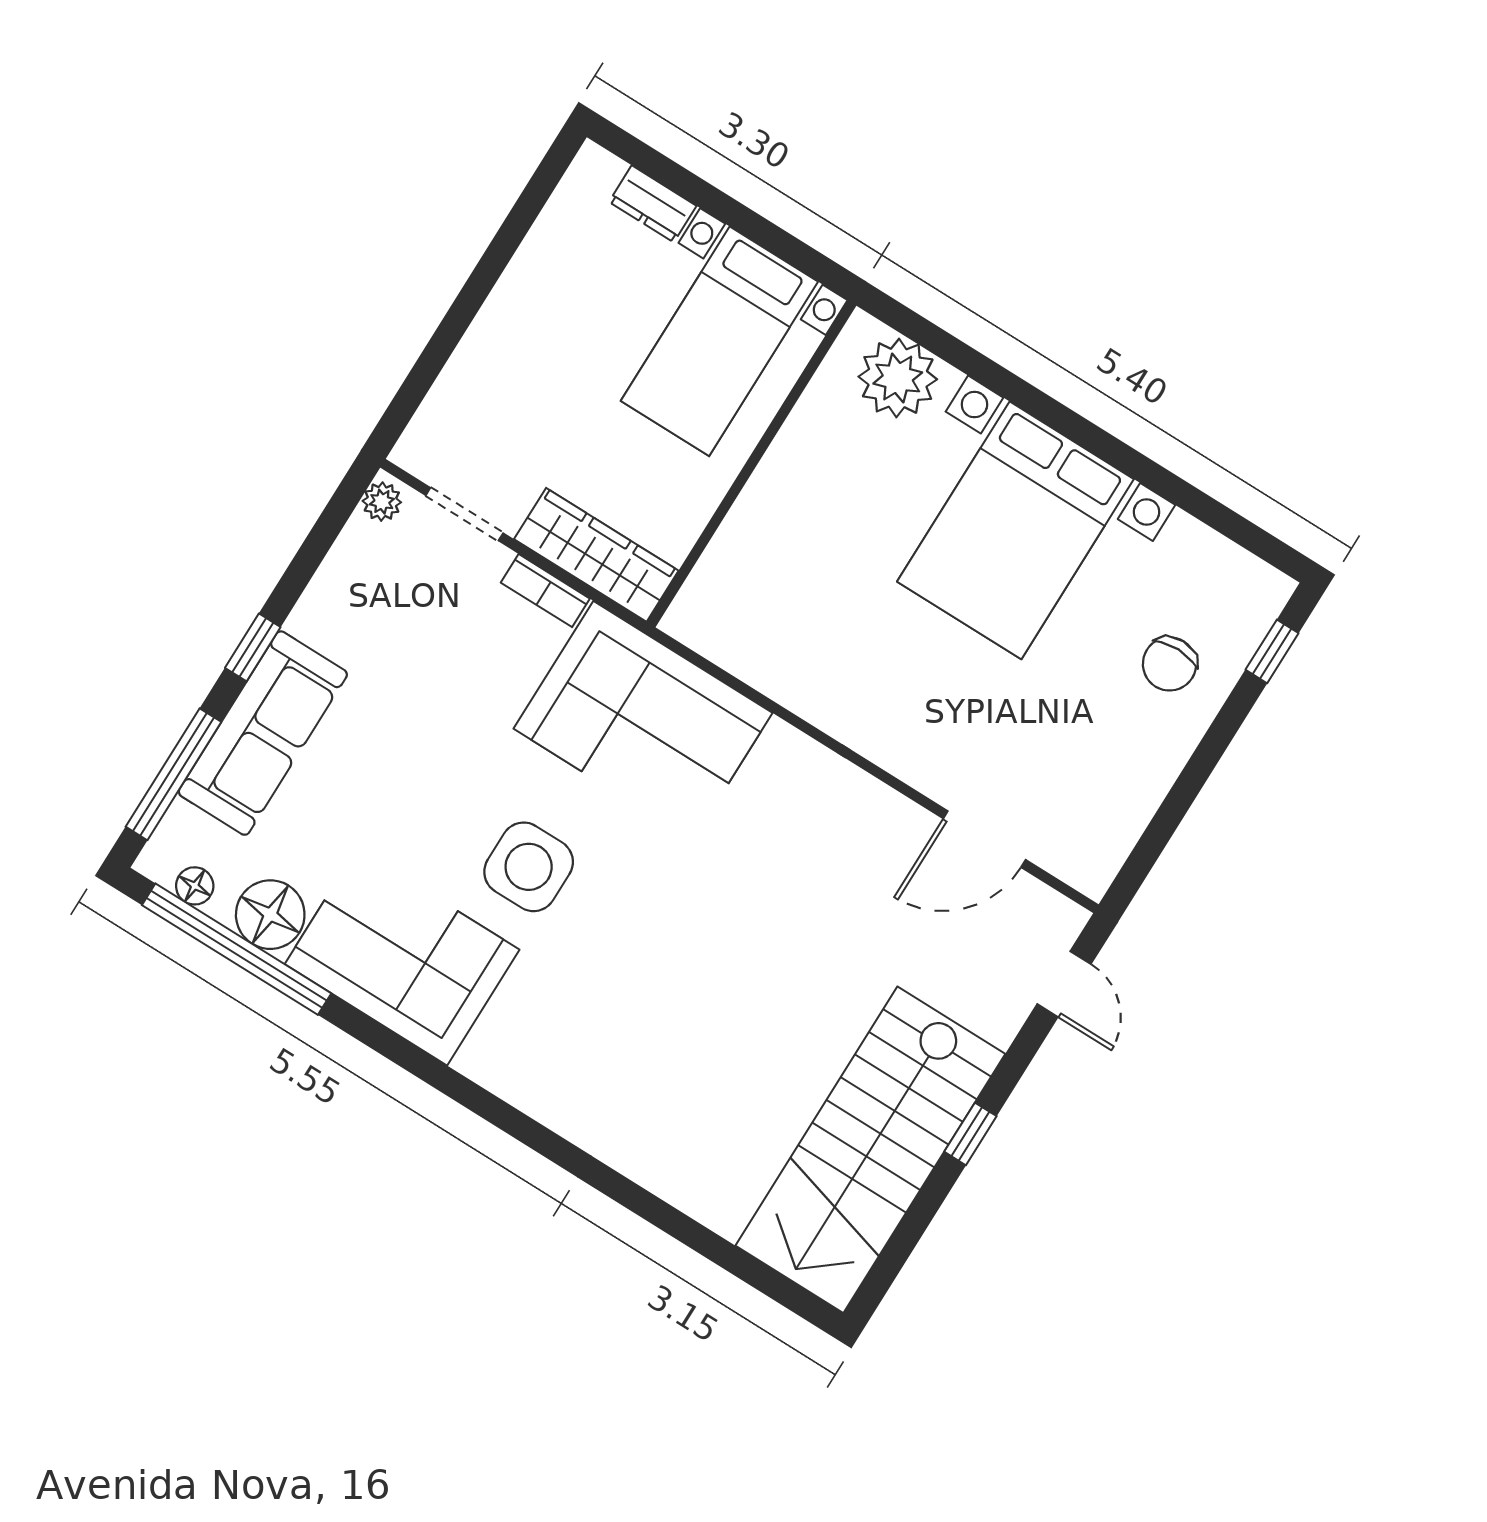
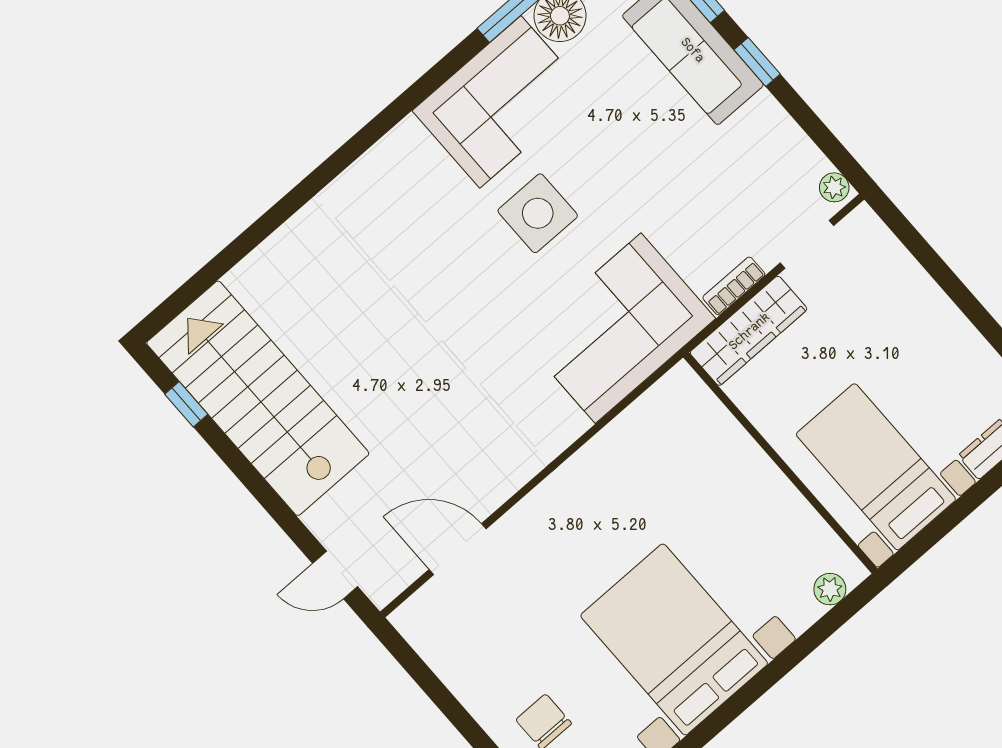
plant: (898, 378) -> (830, 589), width x0.53, depth x0.53
door: (984, 839) -> (458, 549), hinge flipped
window: (970, 1134) -> (186, 404), moved

